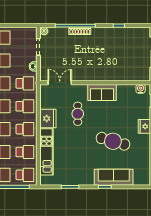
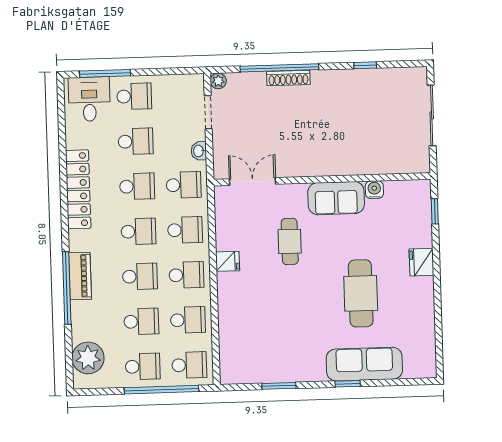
water cooler: (141, 89) -> (374, 190), moved
fridge: (48, 119) -> (228, 261), width x0.53, depth x0.75
cafe table: (113, 141) -> (361, 293), turned 74
kitchen unit: (47, 152) -> (231, 318), removed

